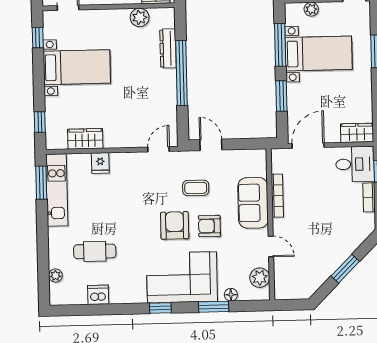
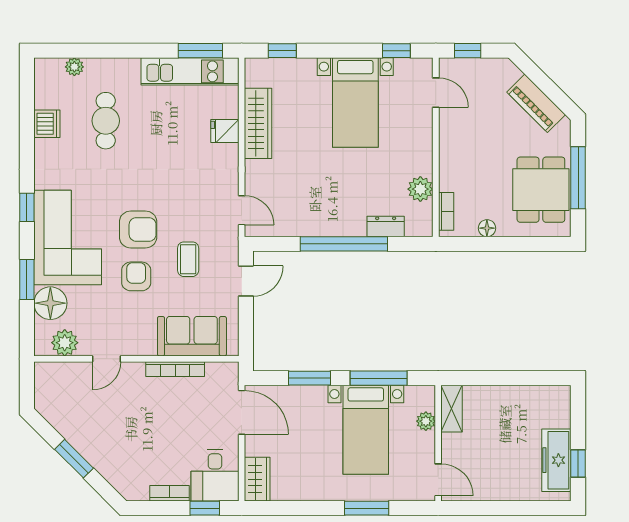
dresser: (168, 48) -> (386, 226), width x0.70
wardrobe: (85, 139) -> (258, 123), width x1.50
sofa: (253, 203) -> (192, 336), moved
floor lamp: (231, 295) -> (50, 303), width x1.89, depth x1.89

